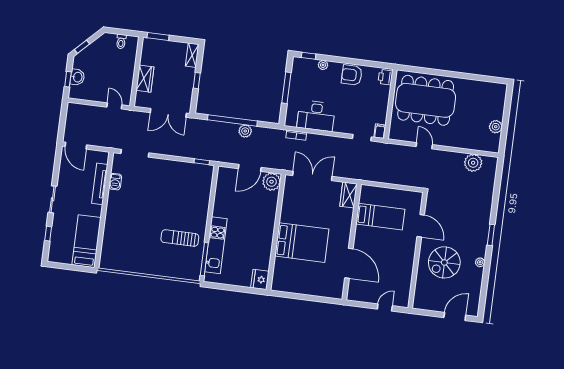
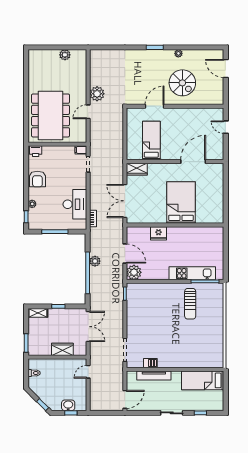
plant: (473, 163) -> (97, 94), moved
plant: (272, 182) -> (134, 272), moved
fridge: (260, 279) -> (158, 233), moved

